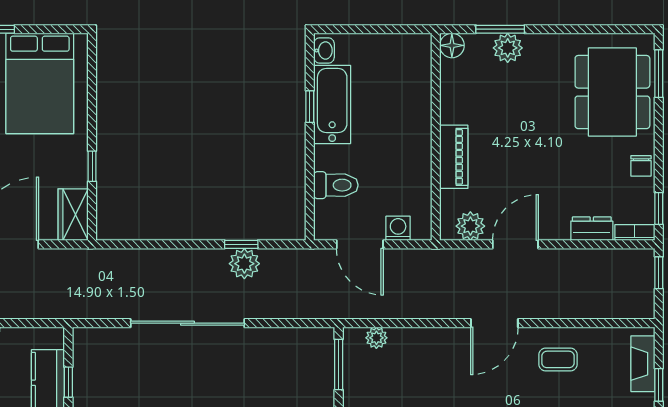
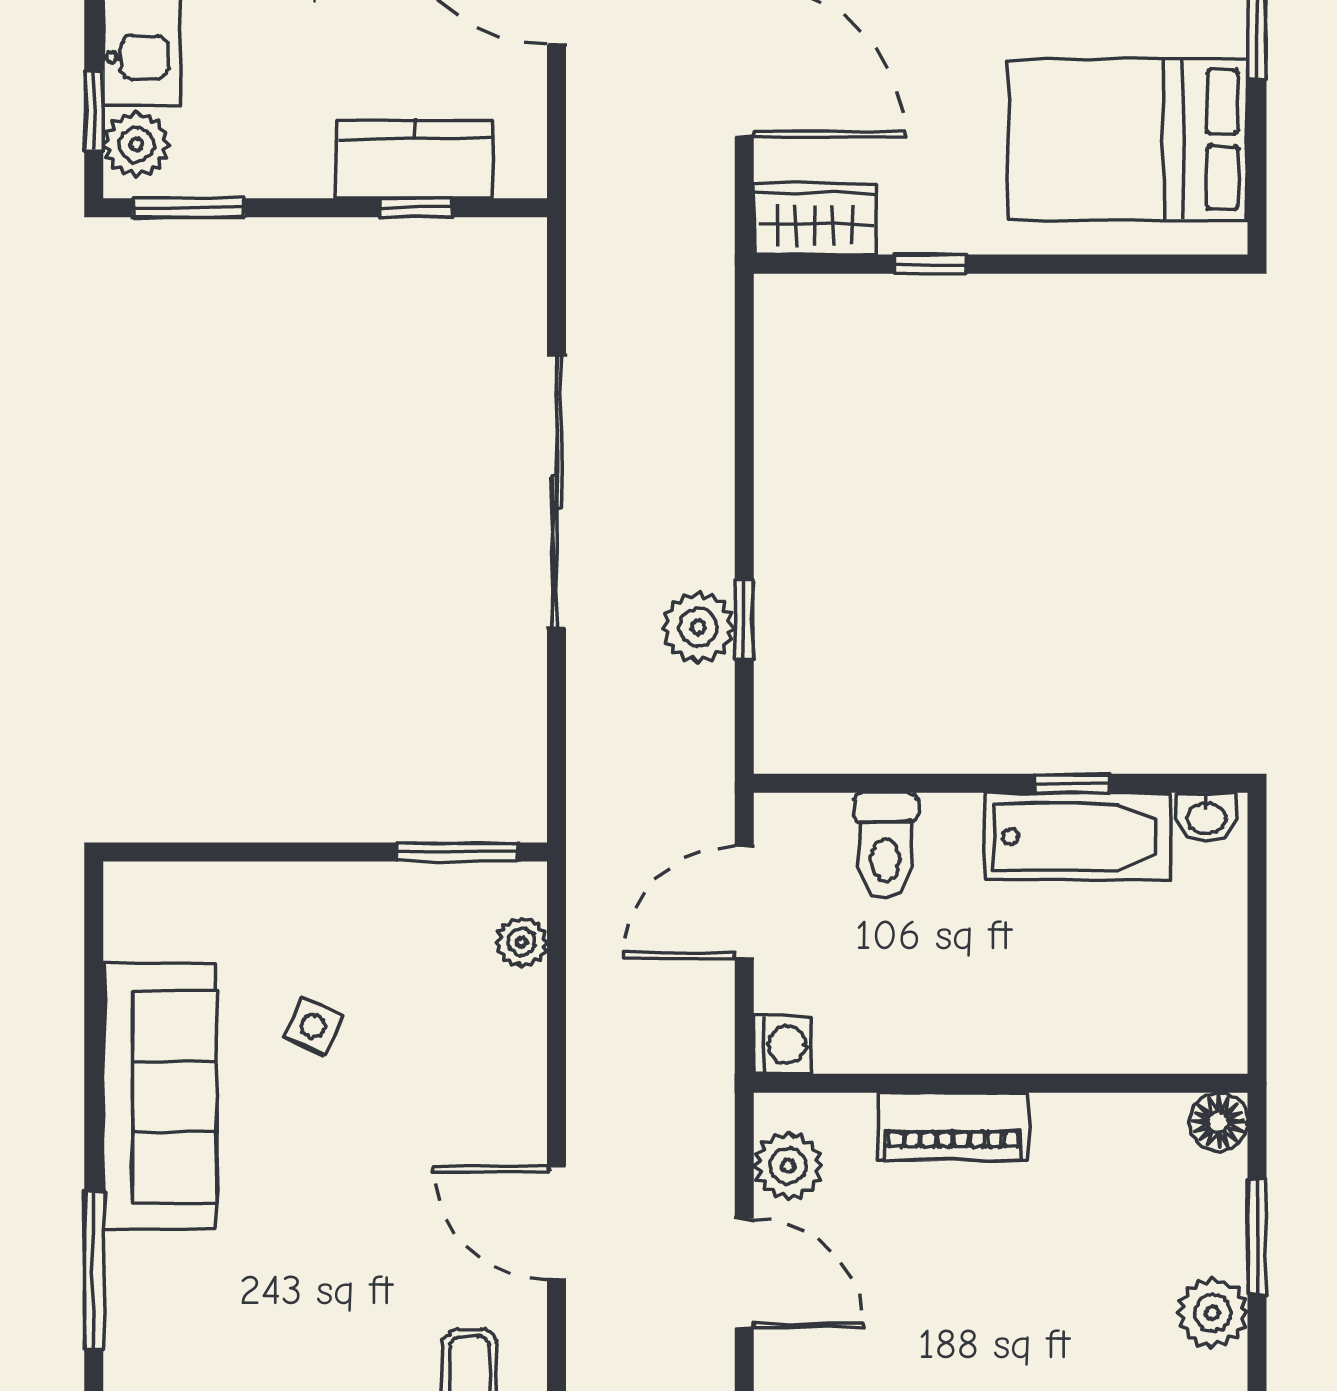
plant: (508, 48) -> (1212, 1313), moved
washing machine: (398, 228) -> (782, 1045), moved

